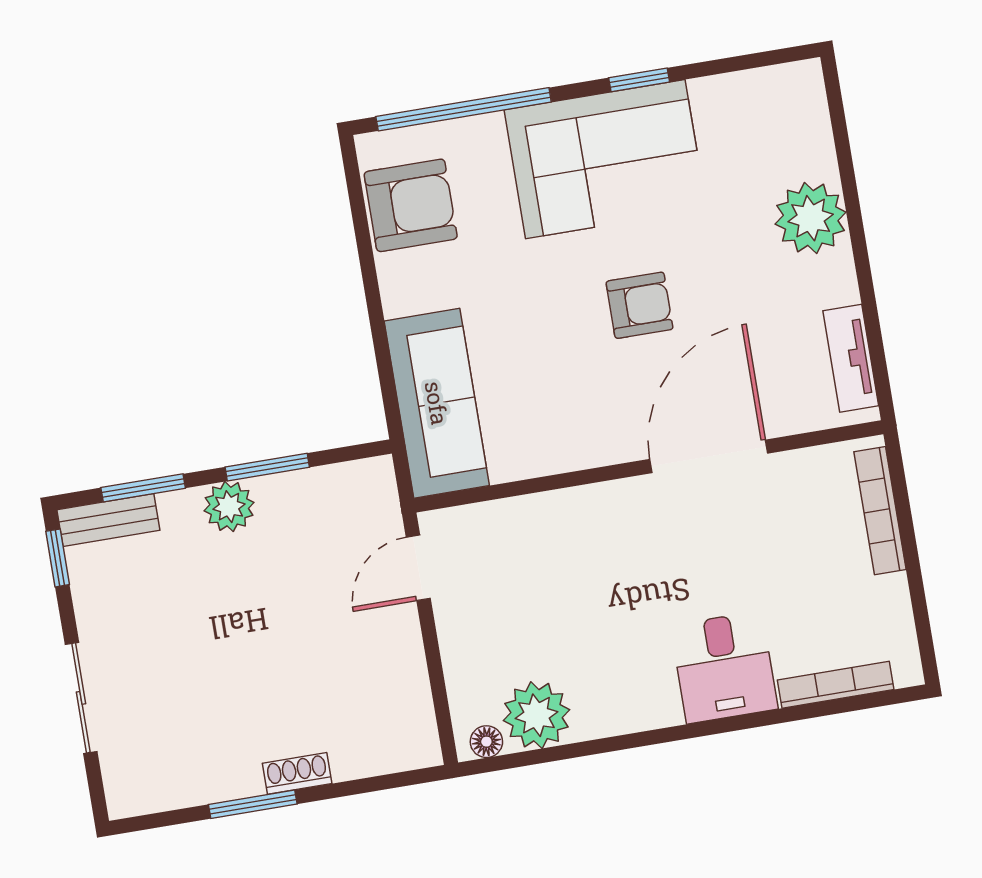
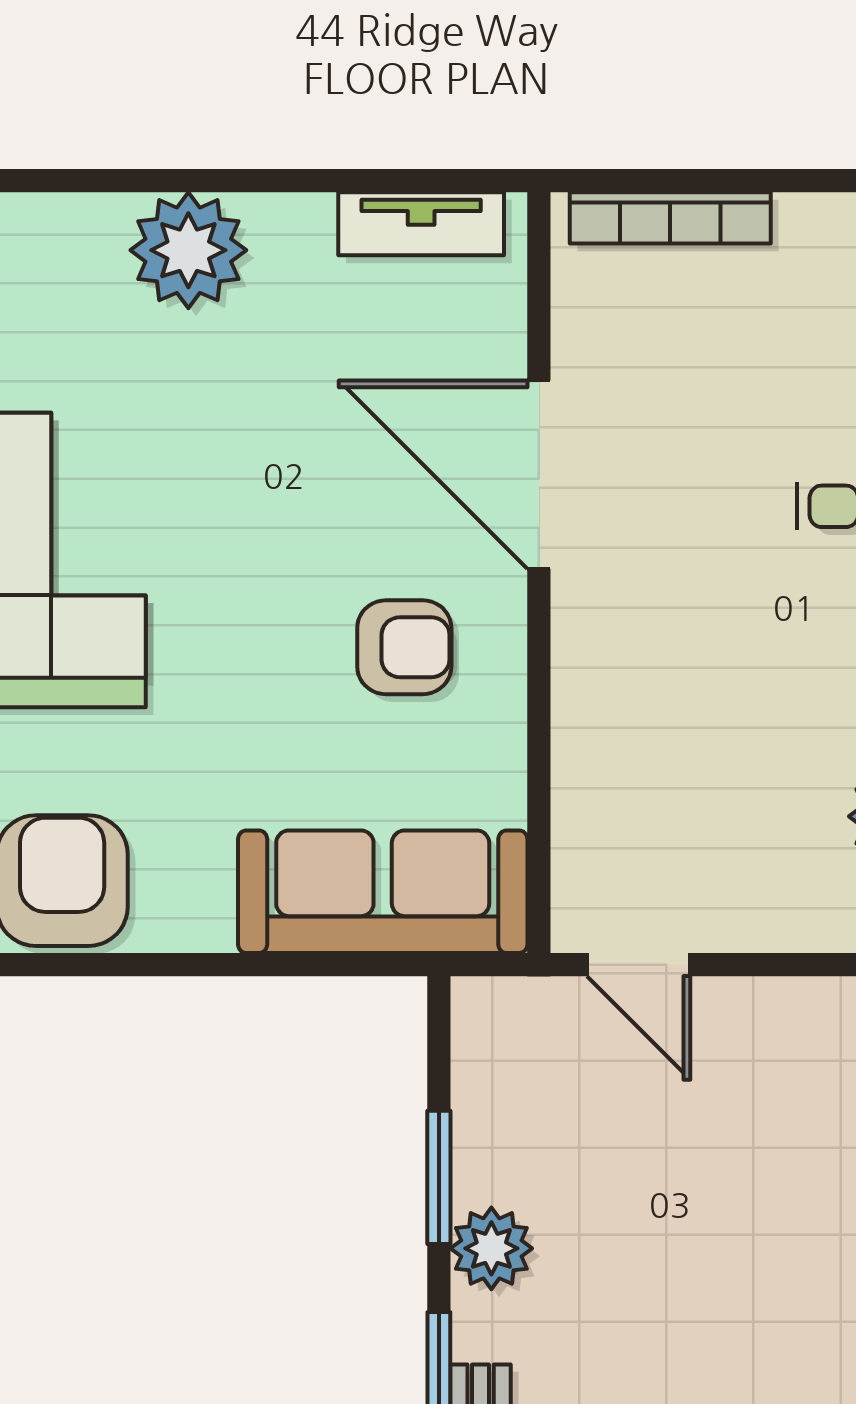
armchair: (639, 305) -> (404, 647), moved, turned 90

